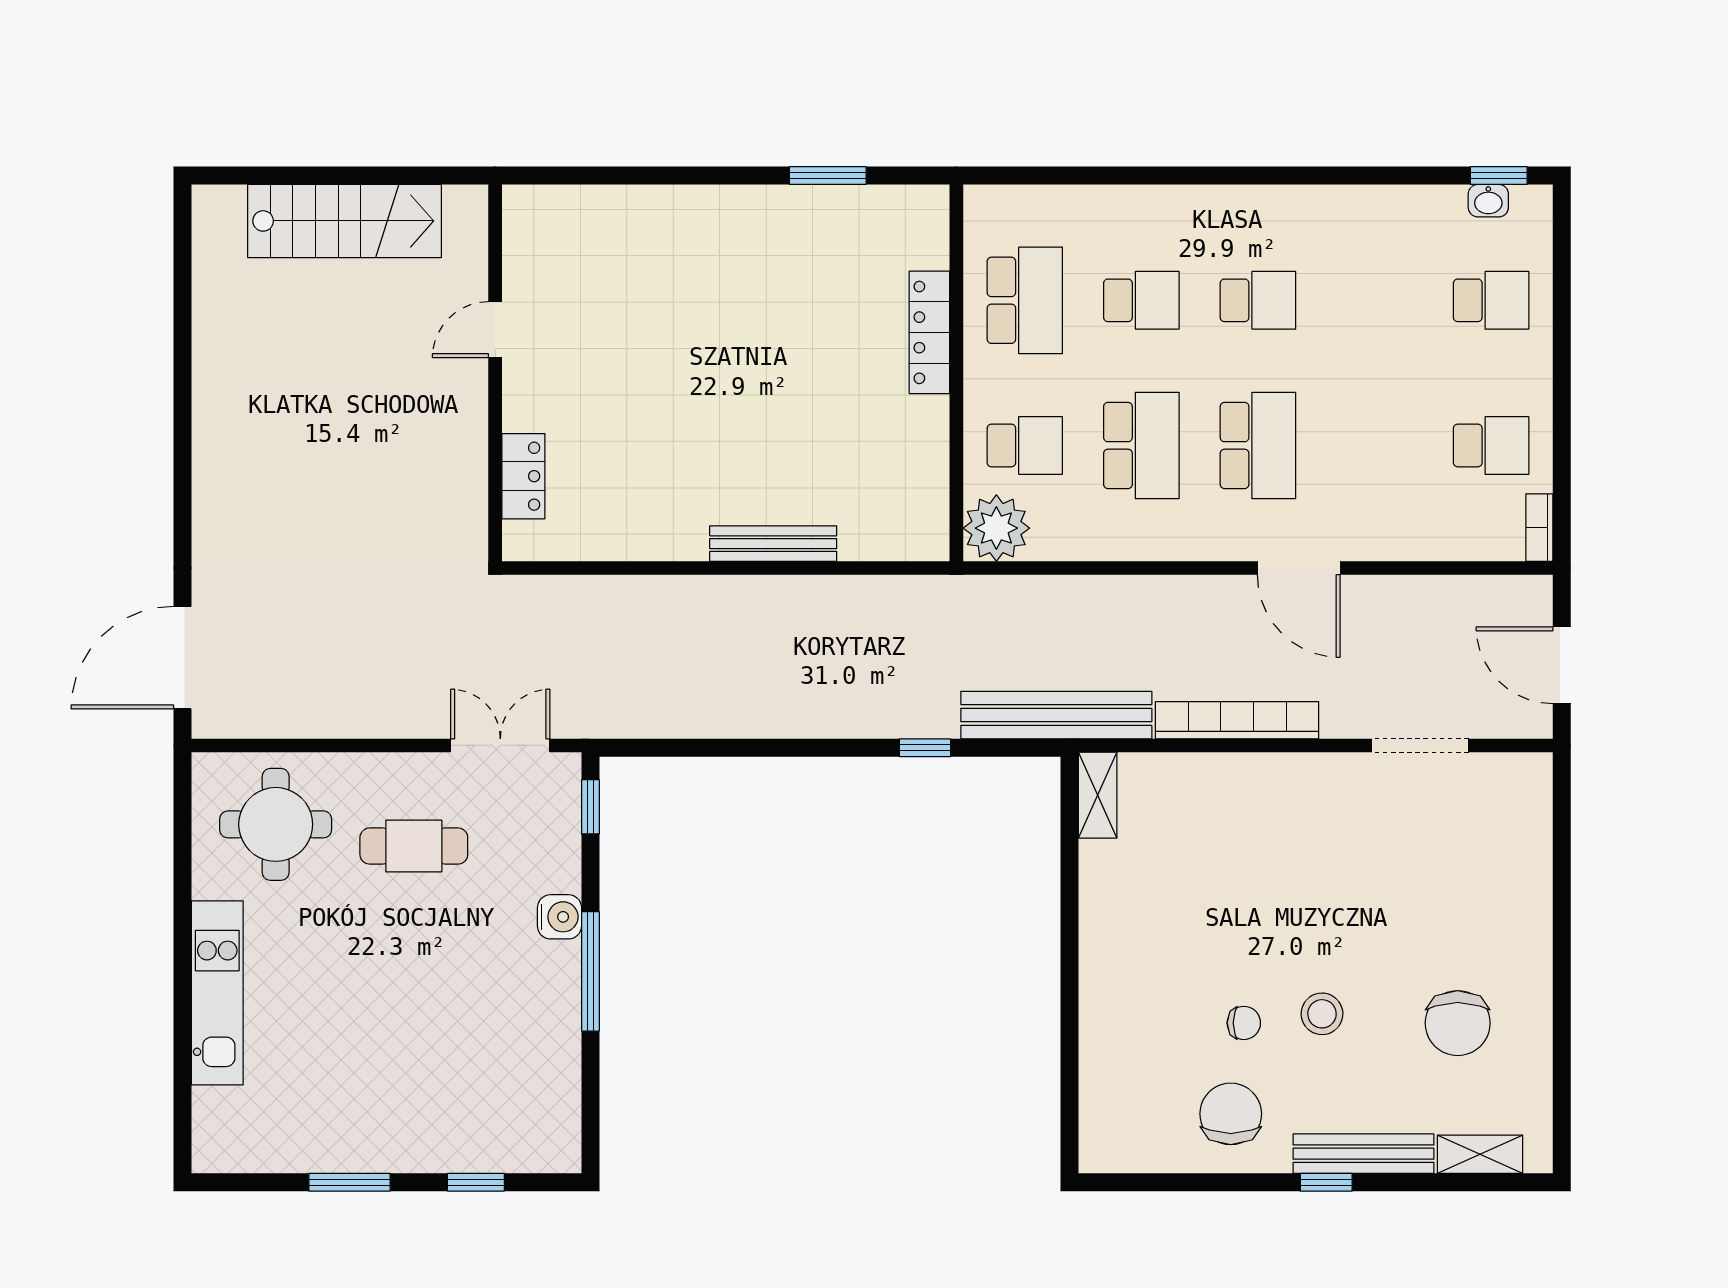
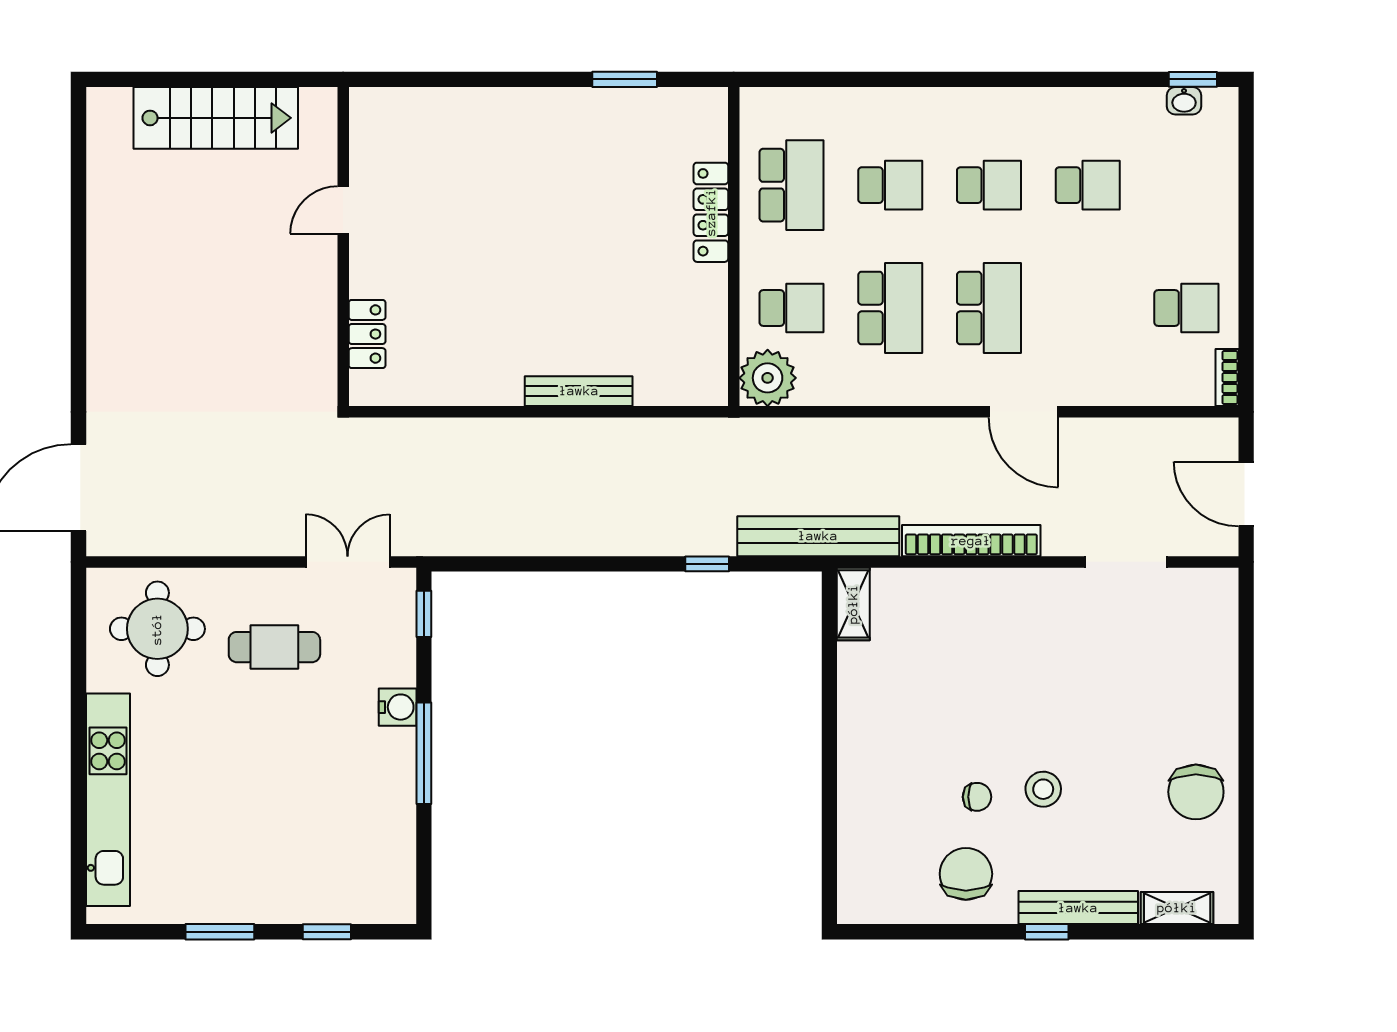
school desk: (1491, 300) -> (1088, 185), moved
kitchen unit: (217, 993) -> (108, 800), width x1.36
chair: (1458, 1023) -> (1196, 792), moved

